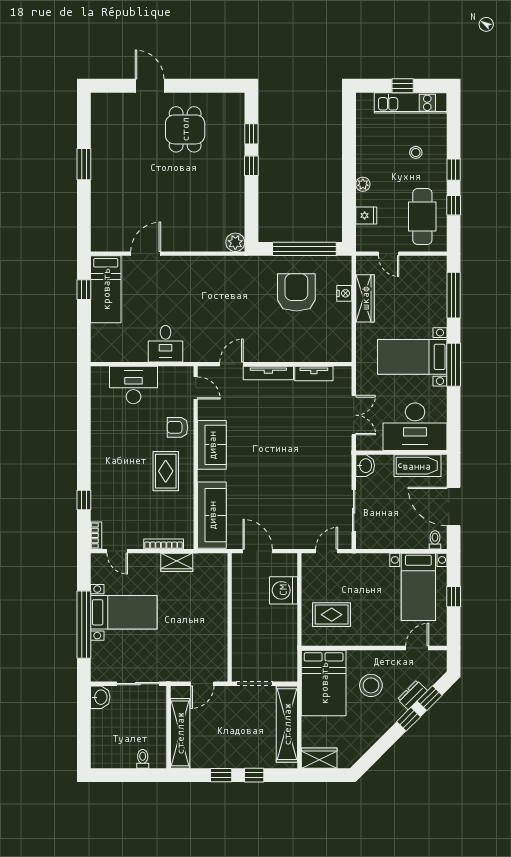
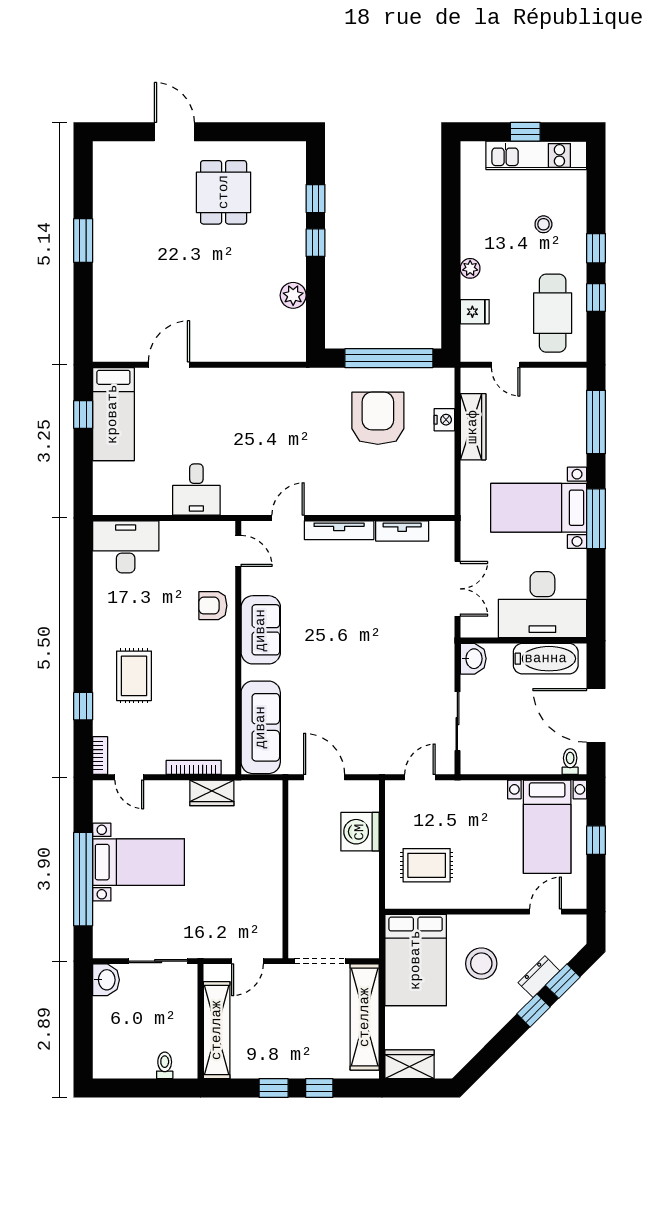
plant: (235, 242) -> (293, 295), moved
desk: (133, 385) -> (126, 547), moved
rug: (166, 471) -> (134, 676), moved

